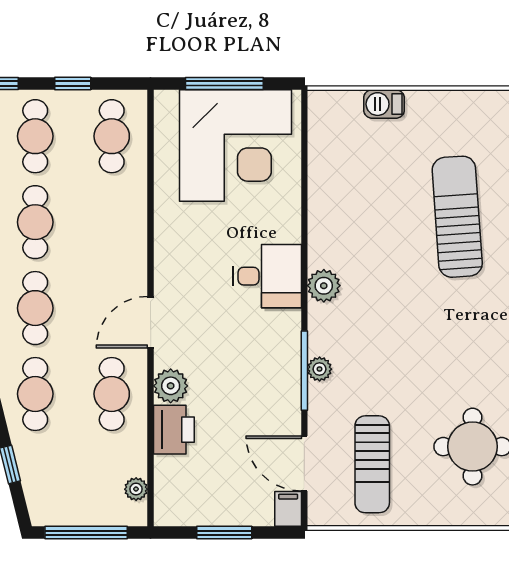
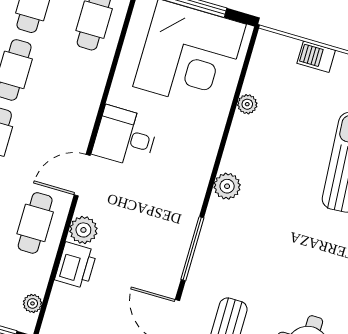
desk: (267, 276) -> (125, 137), moved, turned 180
plant: (320, 369) -> (247, 104), moved

